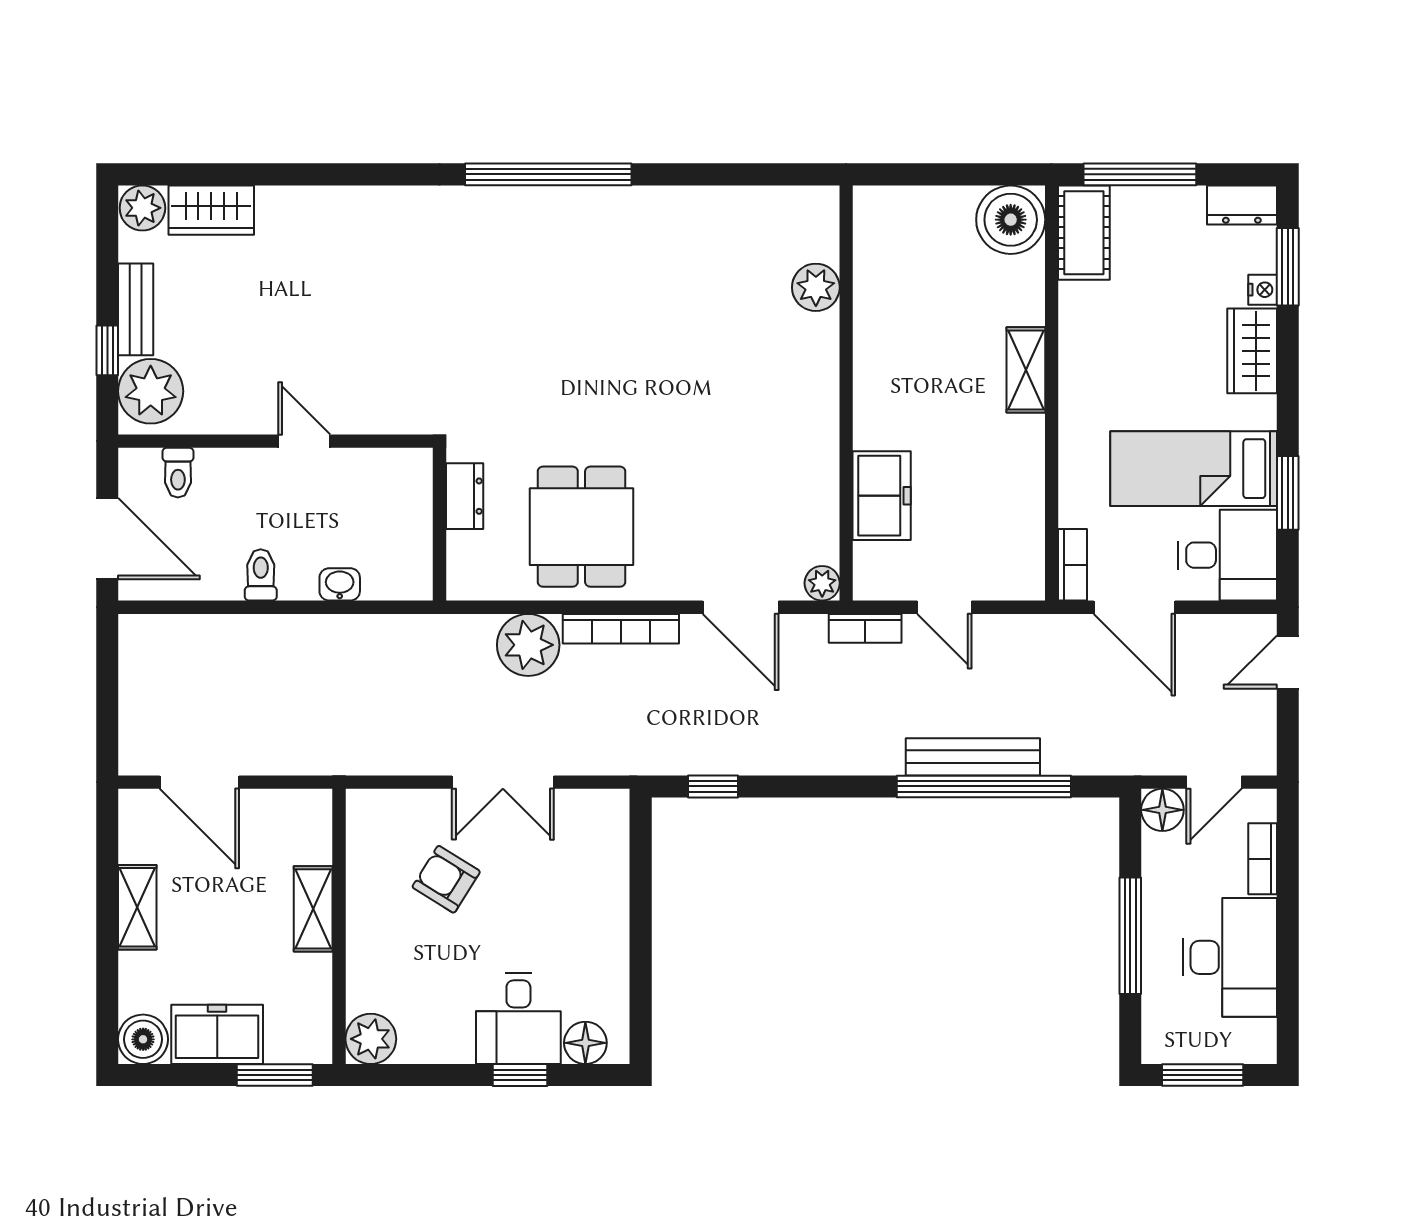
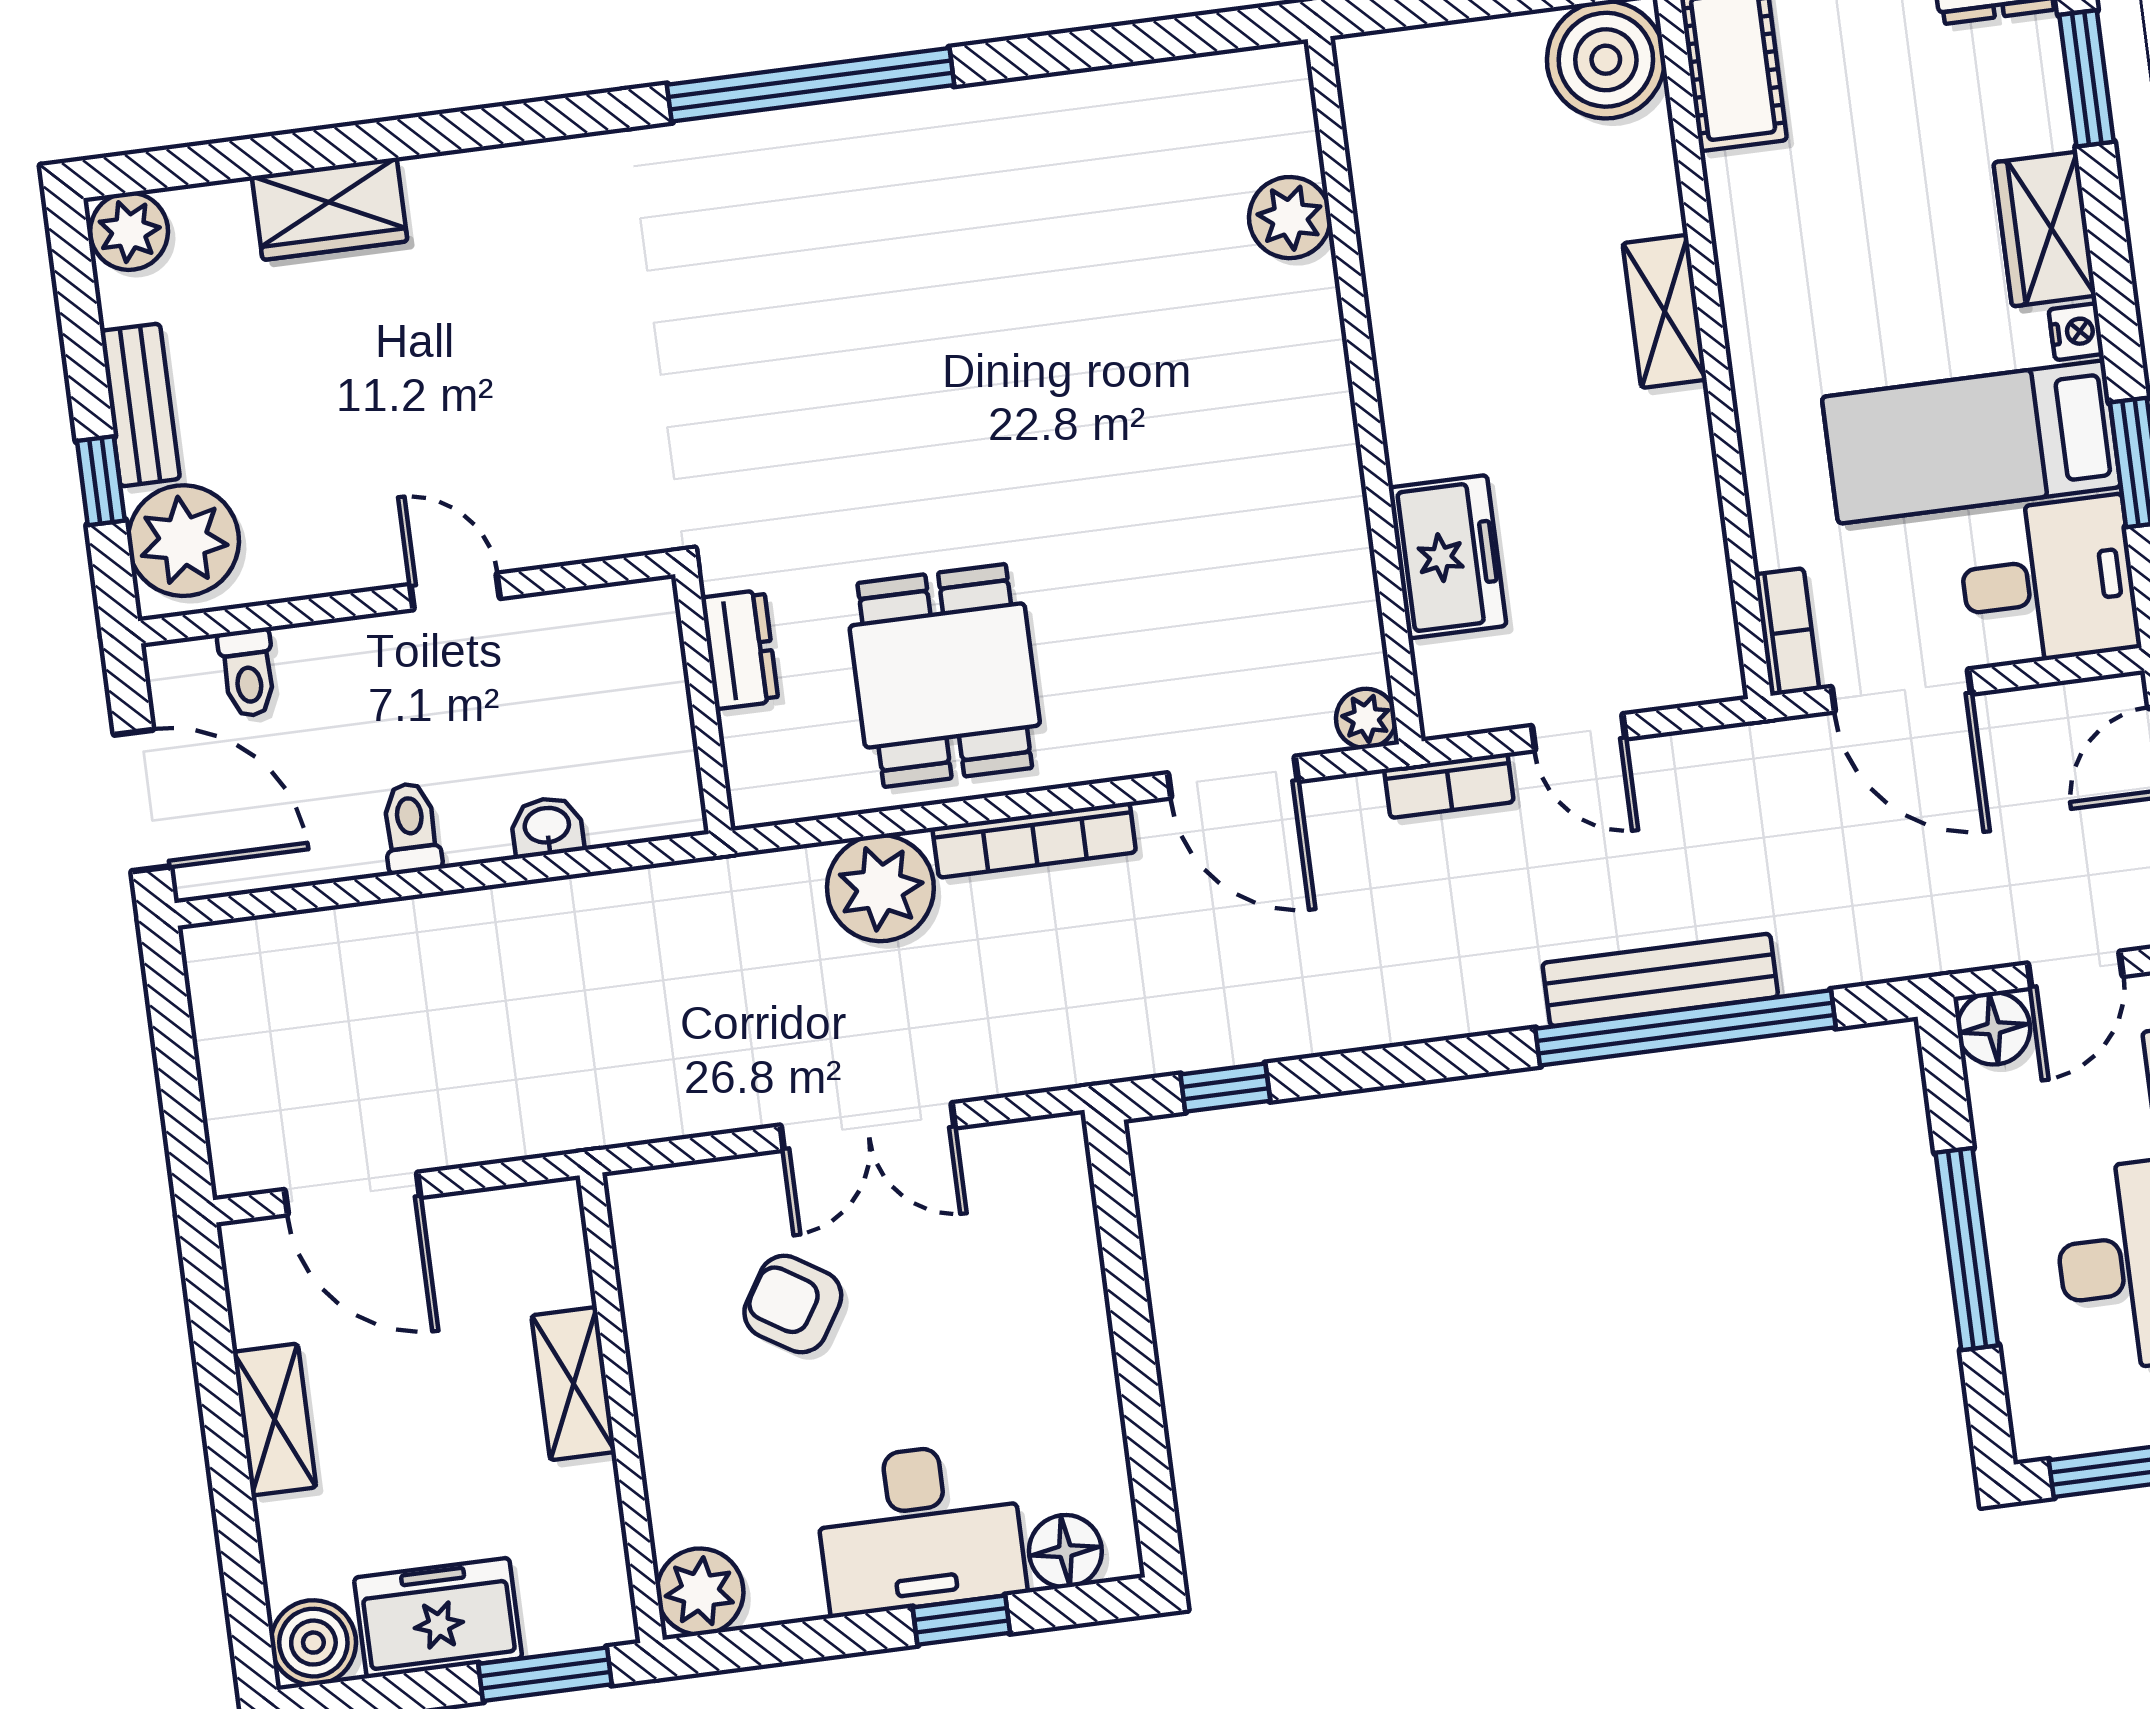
wardrobe: (211, 210) -> (330, 209), moved
nightstand: (1263, 290) -> (2076, 332), moved
desk: (518, 1018) -> (919, 1528), width x1.37

